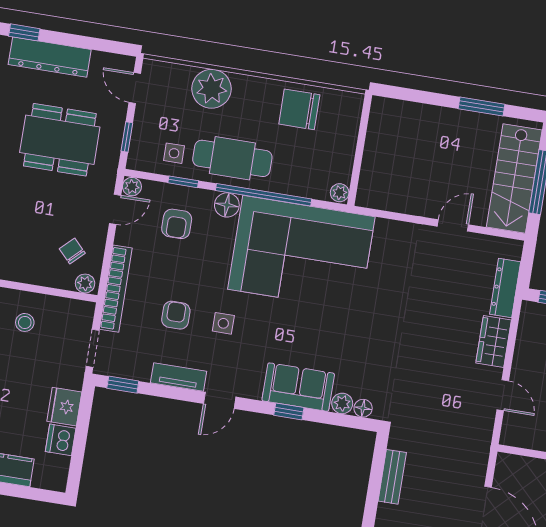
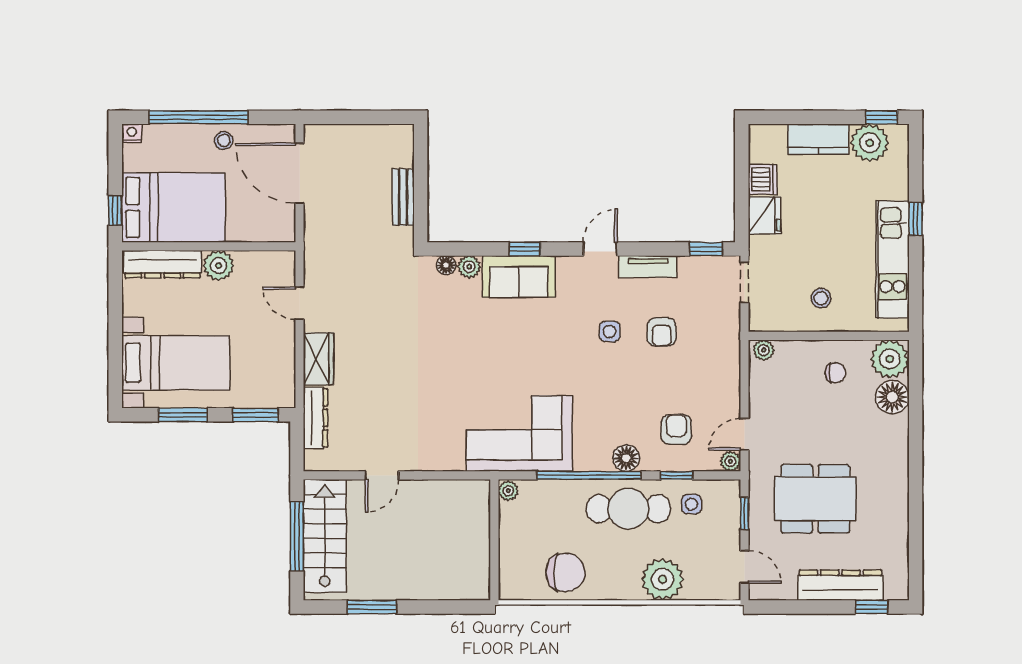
chair: (72, 251) -> (835, 373), moved, turned -46
corner sofa: (301, 253) -> (519, 434), width x0.73, depth x0.74
bookcase: (116, 289) -> (730, 350), removed

